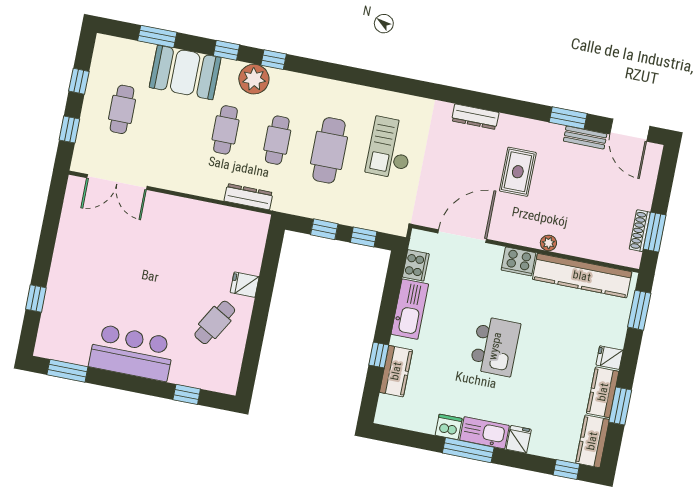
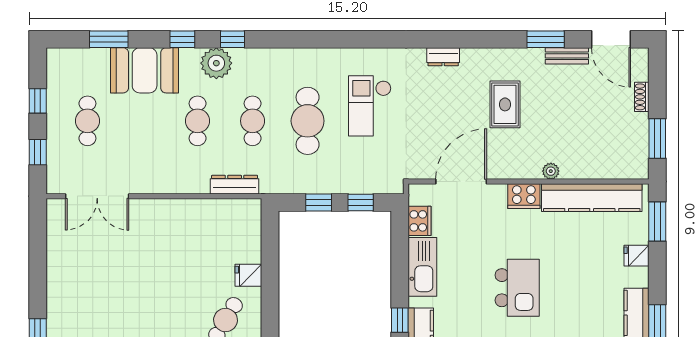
dresser: (475, 117) -> (443, 57), width x0.70
shoe rack: (640, 231) -> (642, 97), moved, width x0.70
fridge: (610, 358) -> (636, 256), moved

